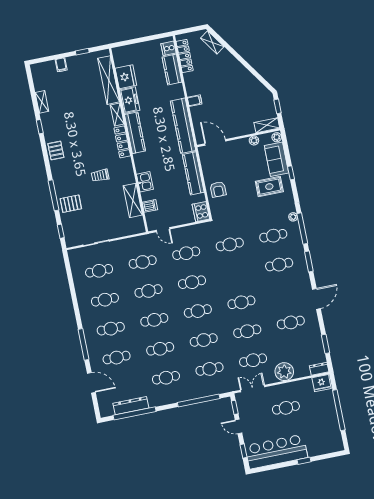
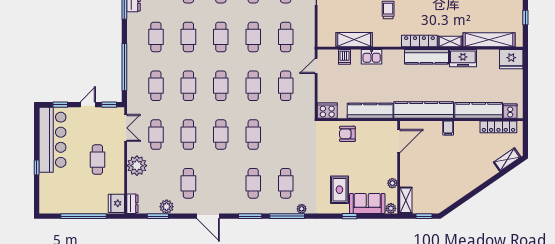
kitchen counter: (172, 70) -> (479, 110), width x1.50
fridge: (126, 77) -> (511, 59), moved
cafe table: (230, 244) -> (253, 135), moved
plant: (315, 338) -> (167, 207), added

